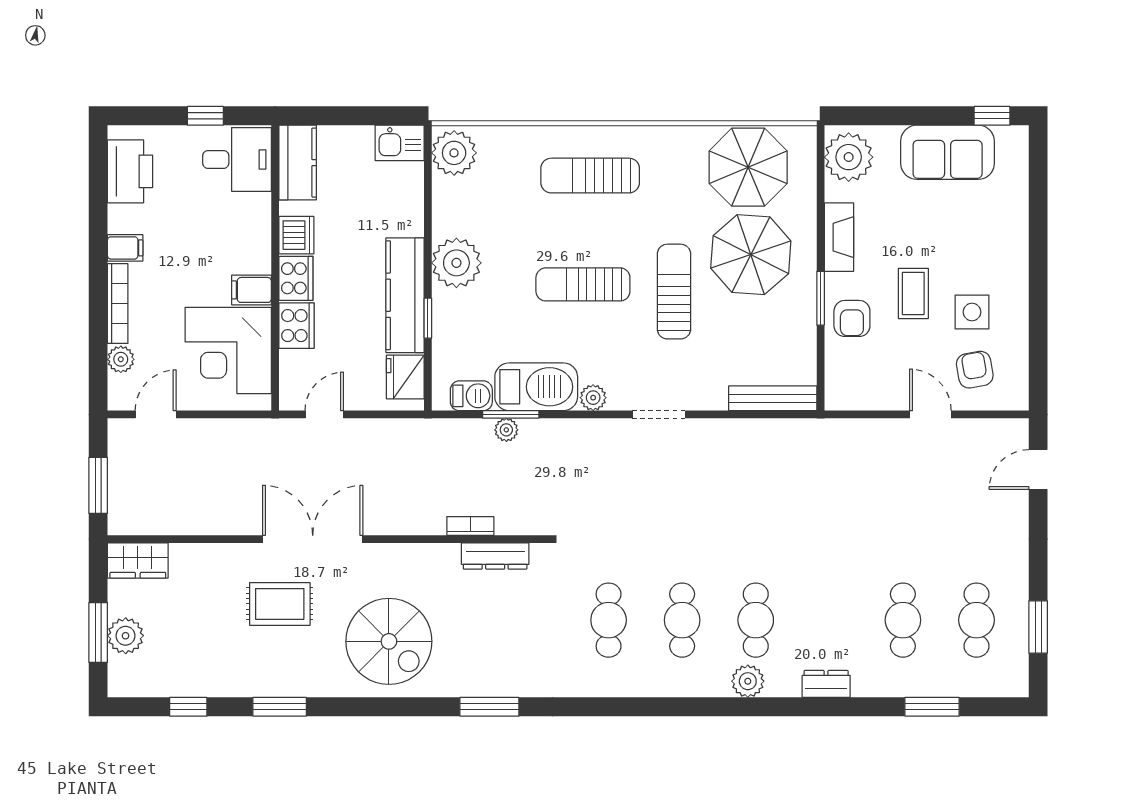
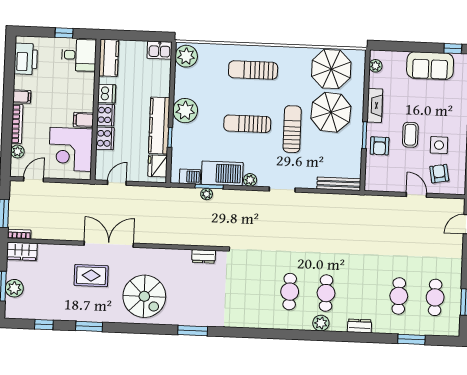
plant: (849, 157) -> (376, 66), width x0.53, depth x0.53
bookcase: (470, 526) -> (19, 234), moved
dresser: (495, 556) -> (204, 256), width x0.70
cafe table: (609, 620) -> (253, 290), removed

